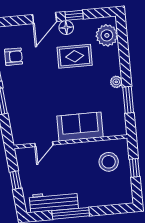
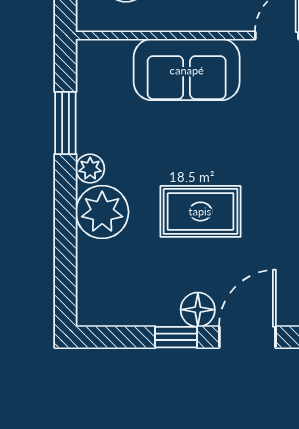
plant: (107, 35) -> (102, 212), moved
rug: (75, 56) -> (200, 211), moved

